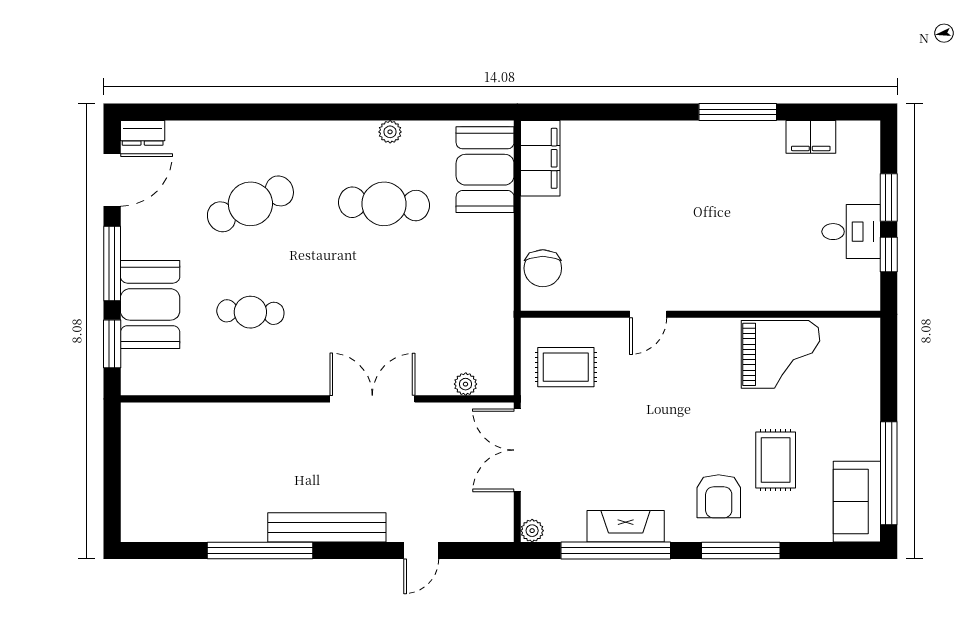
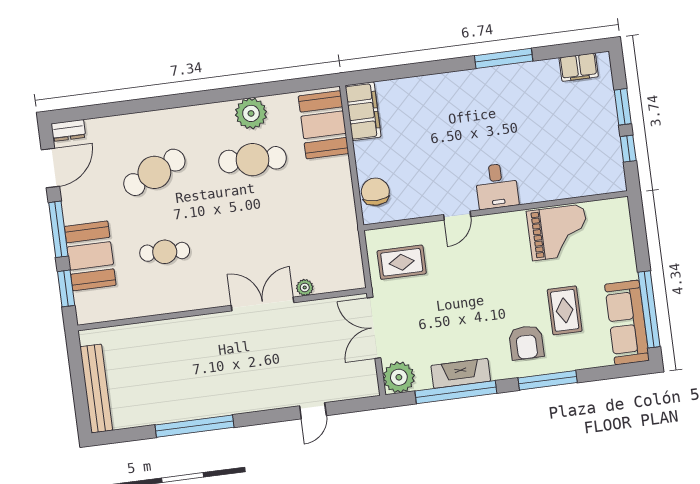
plant: (390, 132) -> (251, 113), width x1.88, depth x1.88
filing cabinet: (811, 137) -> (579, 67), moved
desk: (851, 232) -> (497, 186), moved, turned 90
chair: (543, 268) -> (375, 192), turned 180
plant: (466, 384) -> (305, 287), moved
sofa: (857, 502) -> (627, 322), width x1.36
bench: (327, 527) -> (96, 388), moved, turned 90
plant: (532, 531) -> (399, 377), width x1.87, depth x1.87

